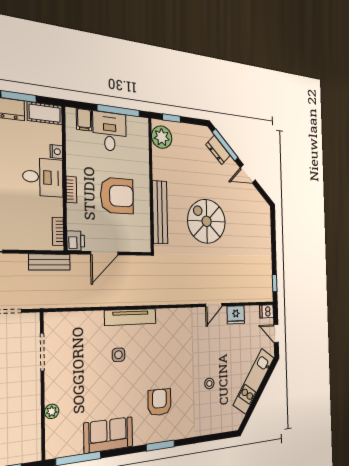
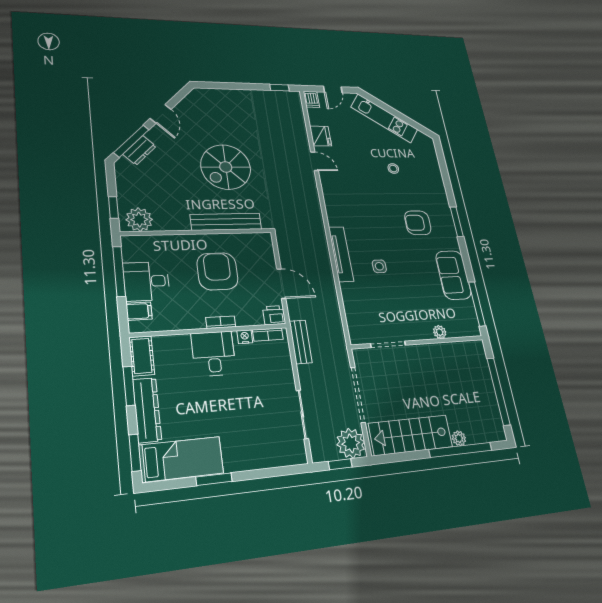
nightstand: (56, 152) -> (245, 337), moved

